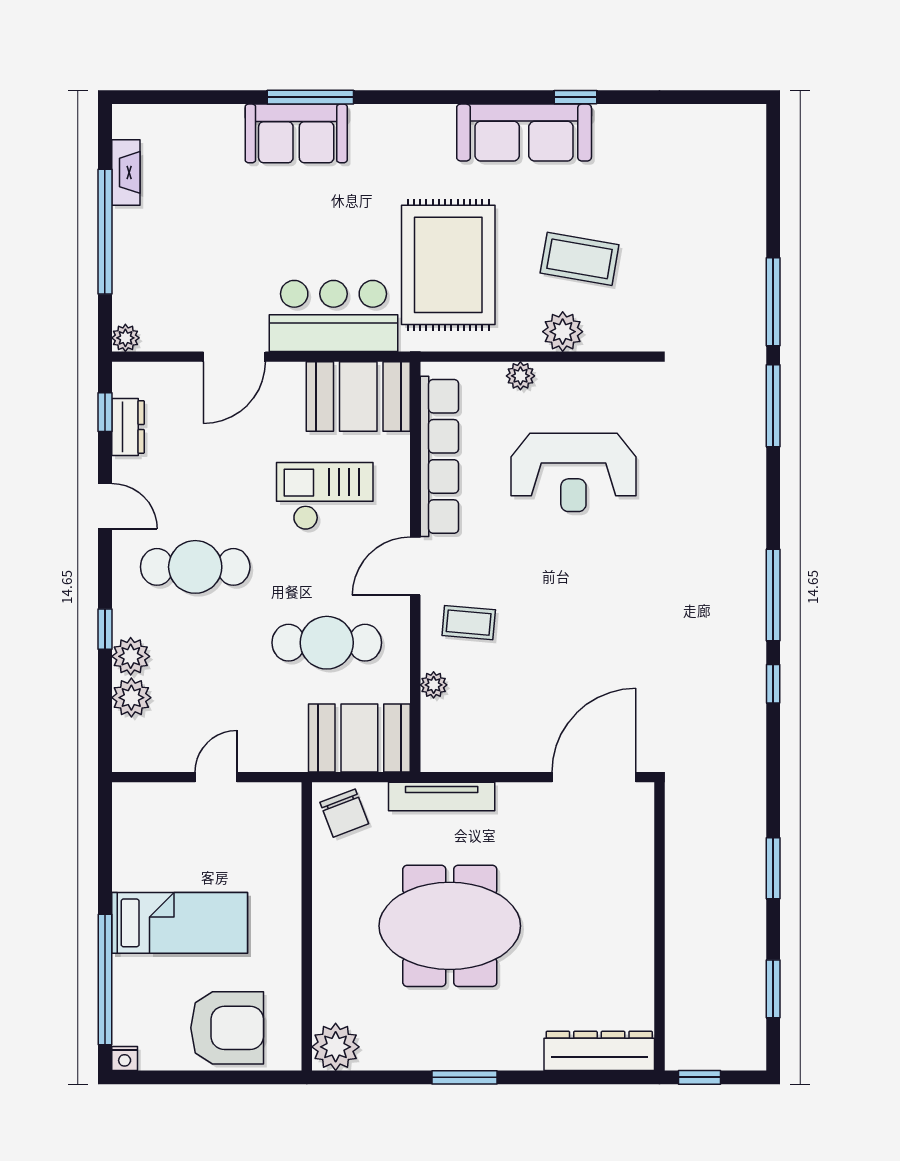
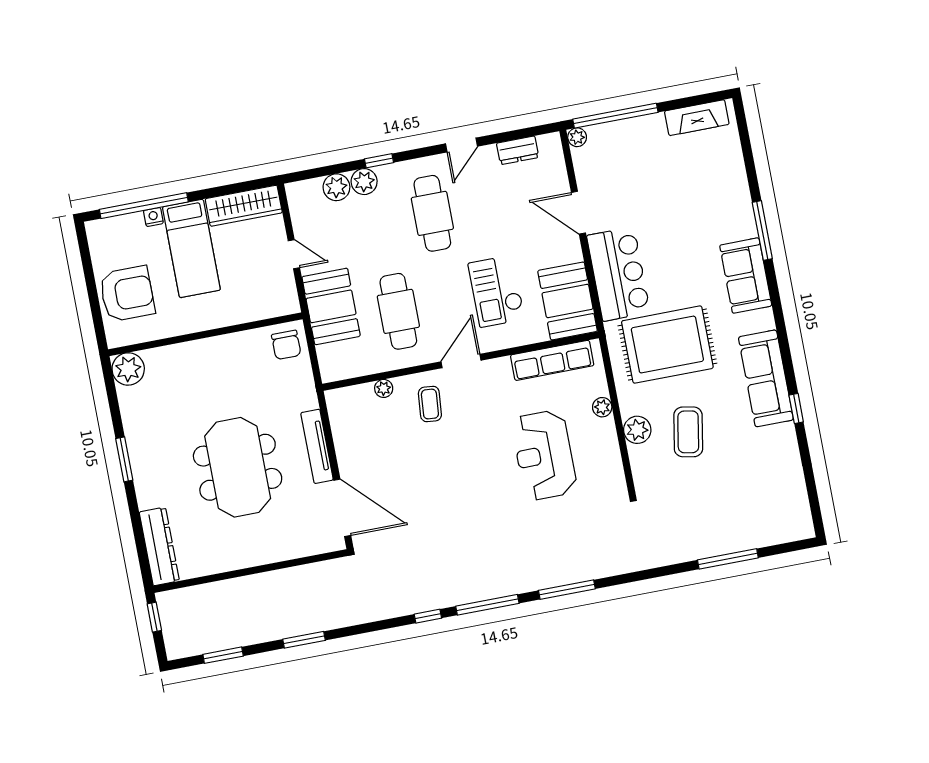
sofa: (296, 133) -> (746, 276), moved
fireplace: (126, 172) -> (697, 118), width x1.37, depth x1.32
window: (105, 232) -> (615, 116), moved
window: (773, 302) -> (728, 559), moved
window: (773, 406) -> (567, 590), moved
window: (105, 412) -> (525, 133), removed
row of seats: (439, 456) -> (552, 360), width x0.73
checkout: (325, 496) -> (496, 291), turned 180
door: (415, 566) -> (461, 361), hinge flipped
booth: (359, 738) -> (331, 306), moved
tv unit: (442, 797) -> (317, 446), moved
chair: (344, 813) -> (286, 345), turned -69
wardrobe: (133, 836) -> (244, 206), added
meeting table: (450, 926) -> (238, 467), moved
armchair: (227, 1028) -> (127, 294), turned -90
nightstand: (125, 1058) -> (153, 217), moved, turned 90

